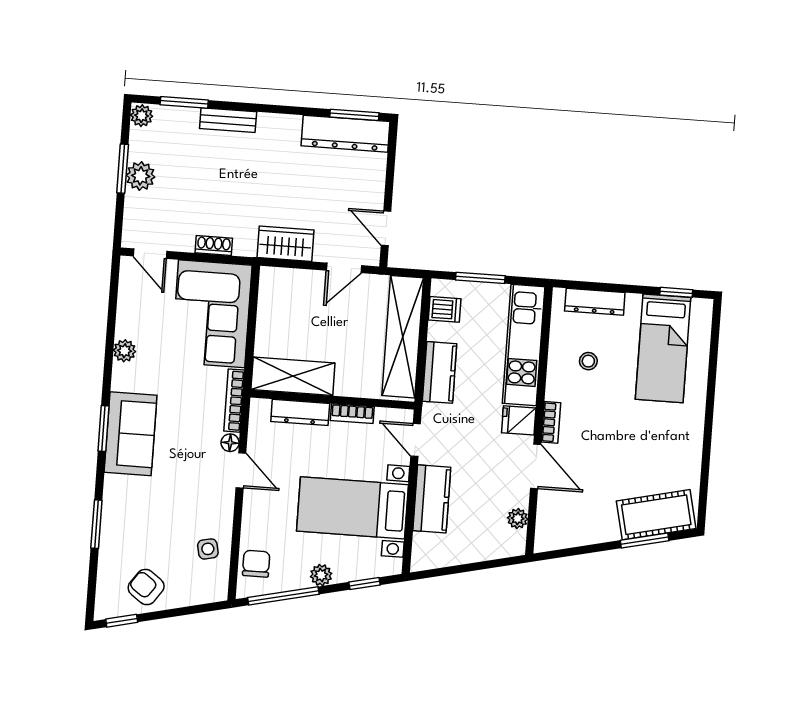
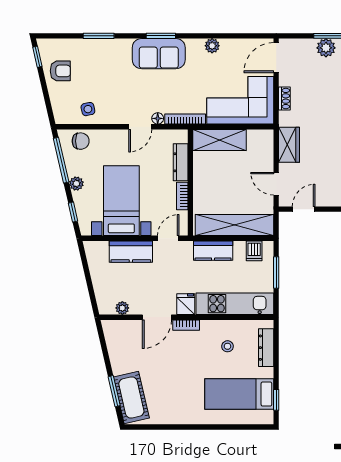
door: (150, 254) -> (276, 58), width x1.37
shelving: (293, 376) -> (220, 140), moved, turned 90
armchair: (146, 587) -> (60, 71), turned 54

